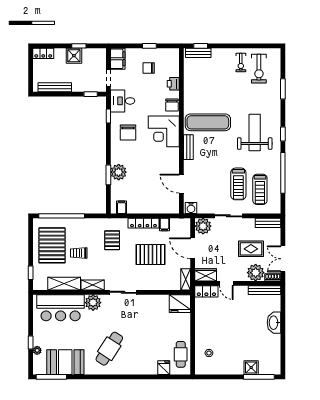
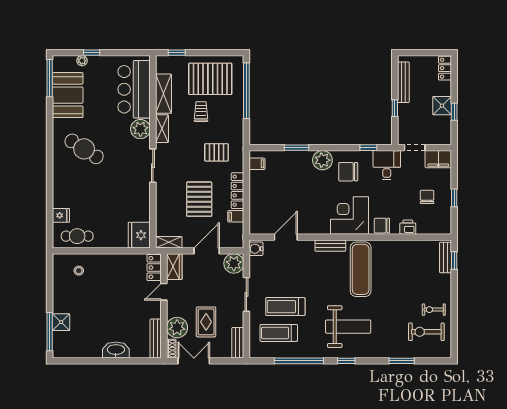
window: (91, 94) -> (395, 108), moved
plant: (119, 172) -> (322, 160), moved

